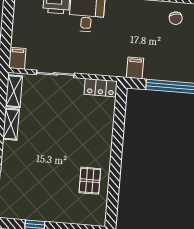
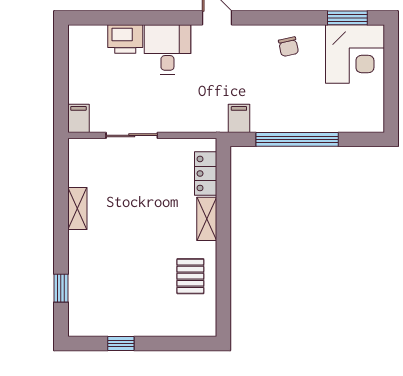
locker: (101, 88) -> (206, 173), moved, turned 90
shelving: (14, 91) -> (207, 219), moved

